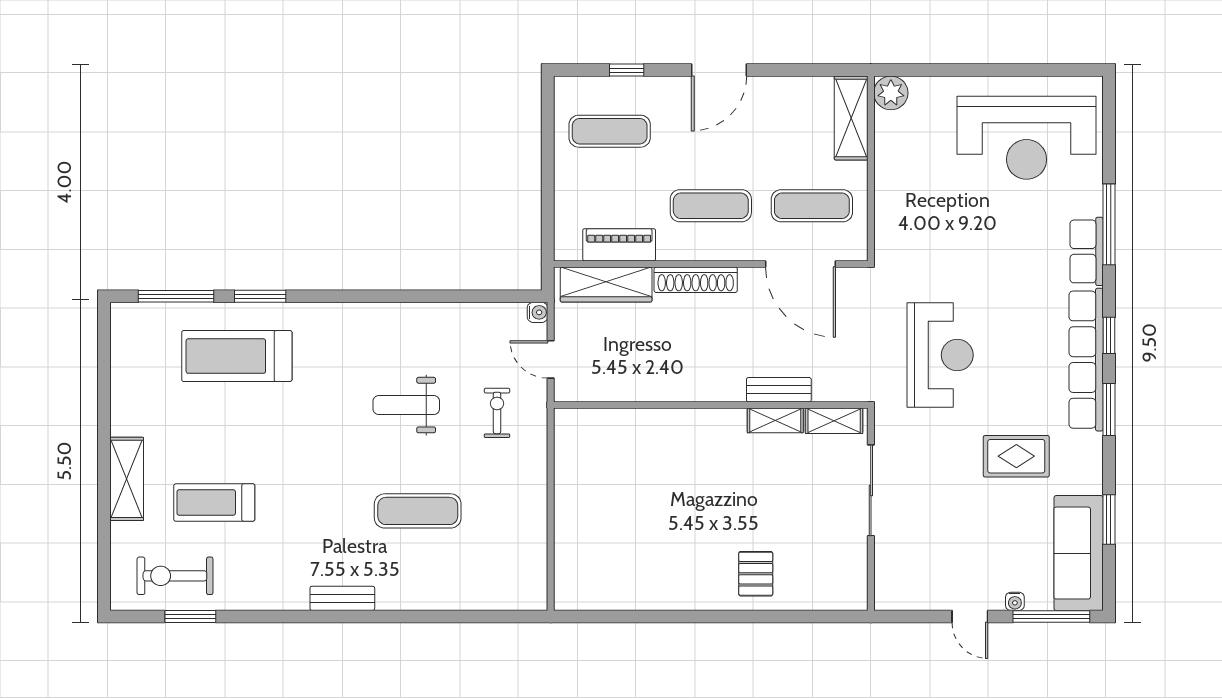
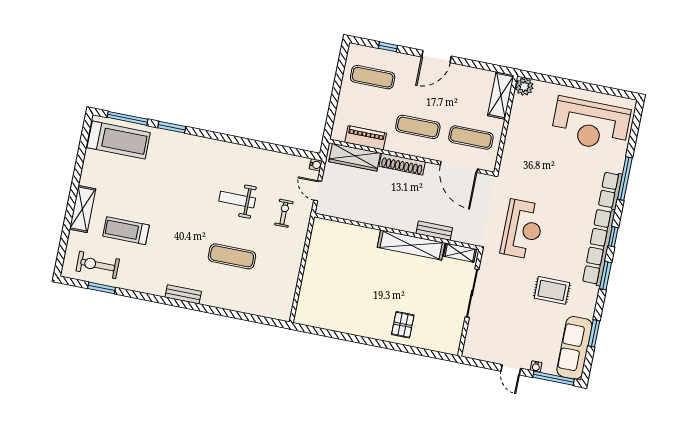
treadmill: (237, 356) -> (119, 140), moved, turned 180
shelving: (775, 420) -> (411, 245), width x2.20, depth x1.33

